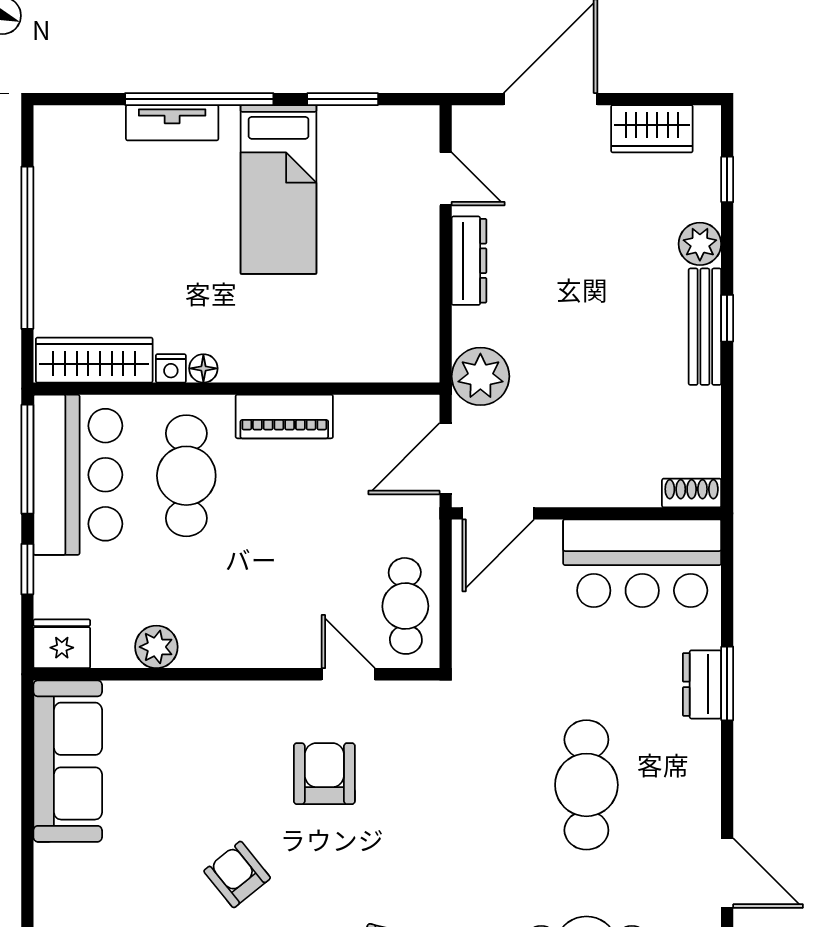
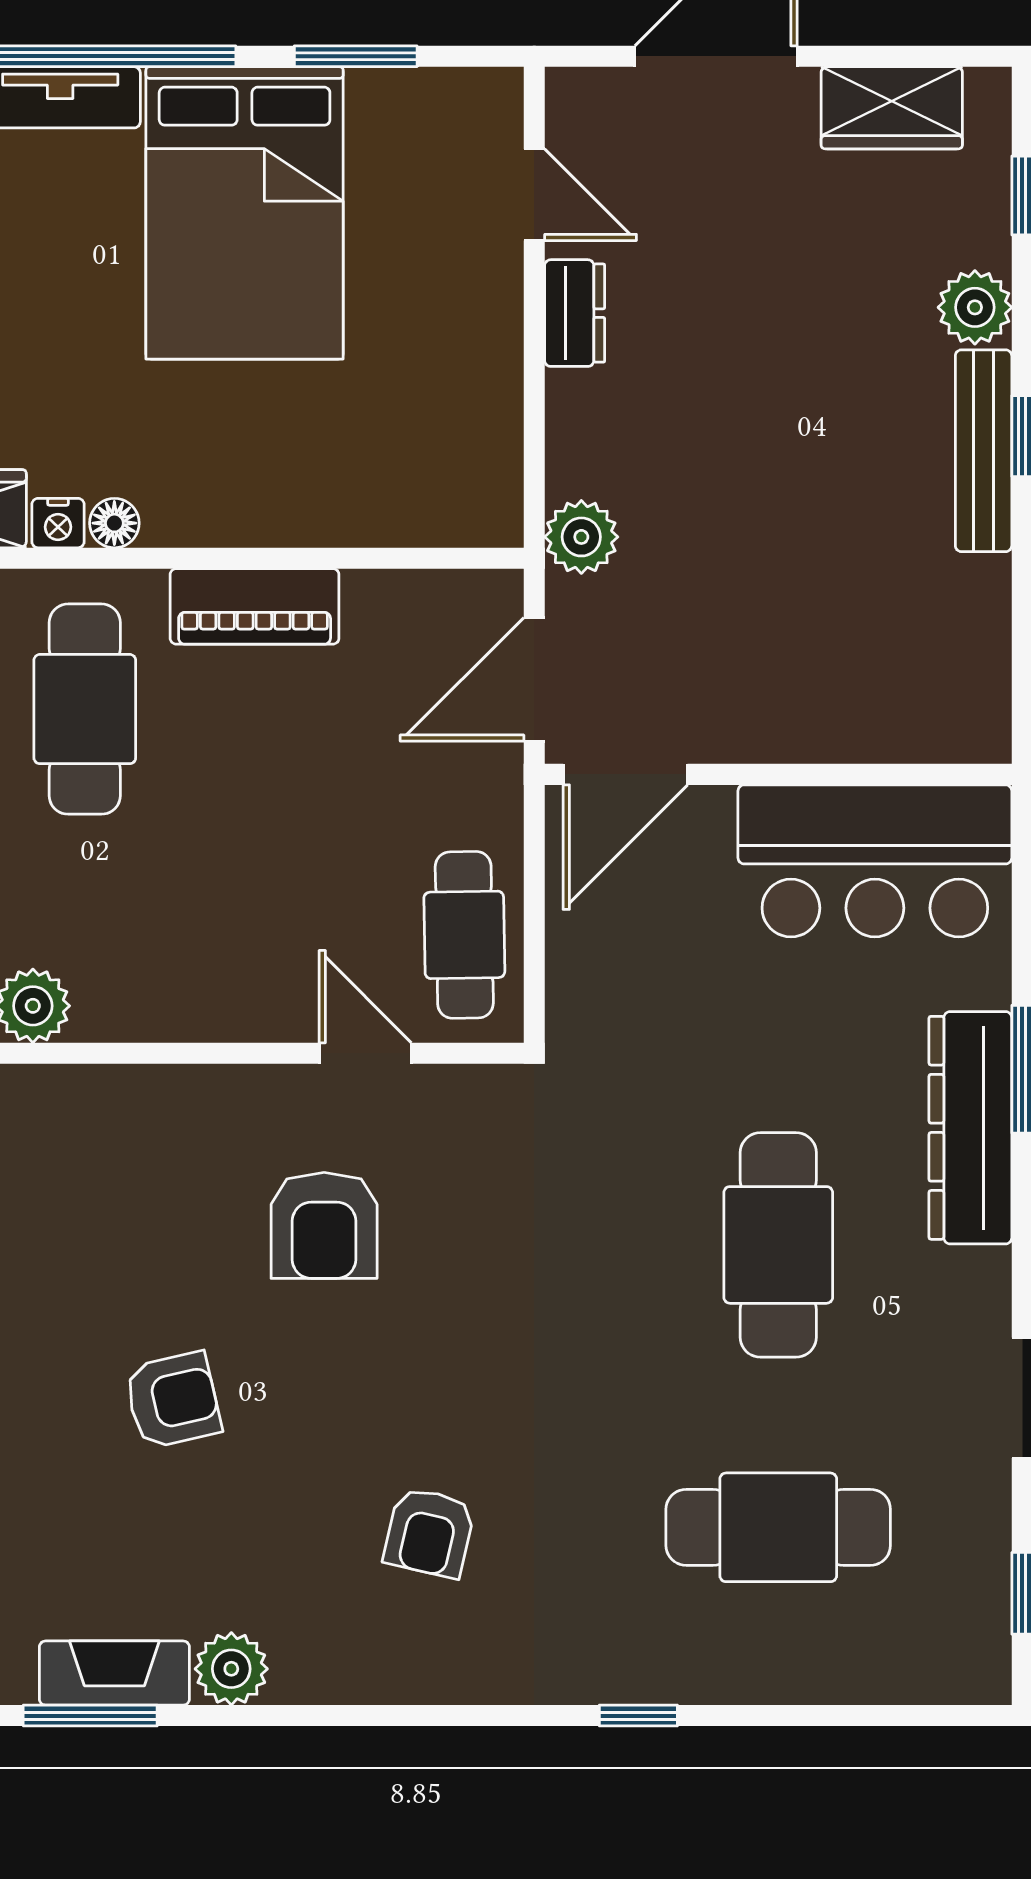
bed: (278, 189) -> (245, 213), width x1.50
dresser: (469, 261) -> (575, 313), width x0.70
plant: (480, 376) -> (581, 537), width x0.73, depth x0.73
shoe rack: (692, 493) -> (960, 739), removed
dresser: (702, 684) -> (970, 1128), width x1.96, depth x1.24
armchair: (324, 774) -> (324, 1225), turned 180
armchair: (237, 874) -> (173, 1400), turned 116

